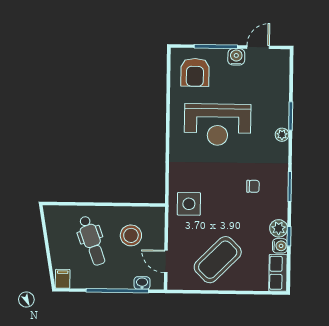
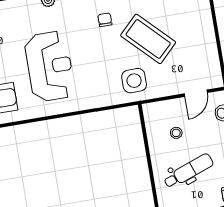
stool: (131, 235) -> (176, 133), width x0.53, depth x0.53
coffee table: (218, 260) -> (148, 39), moved

